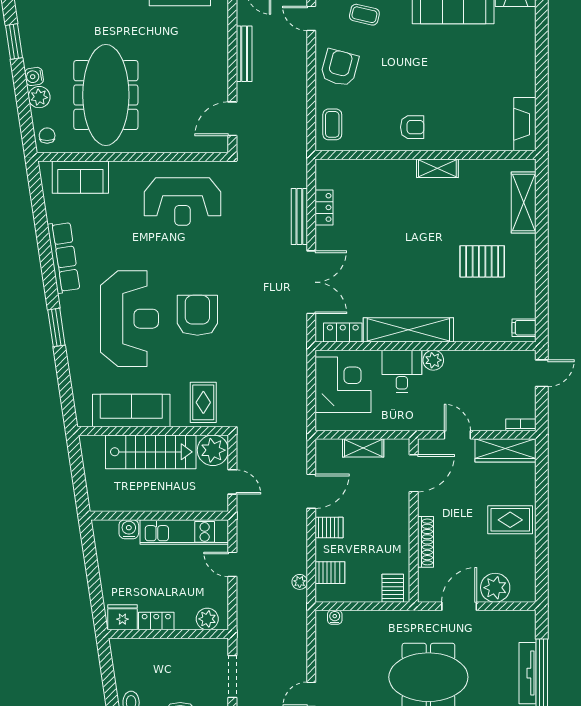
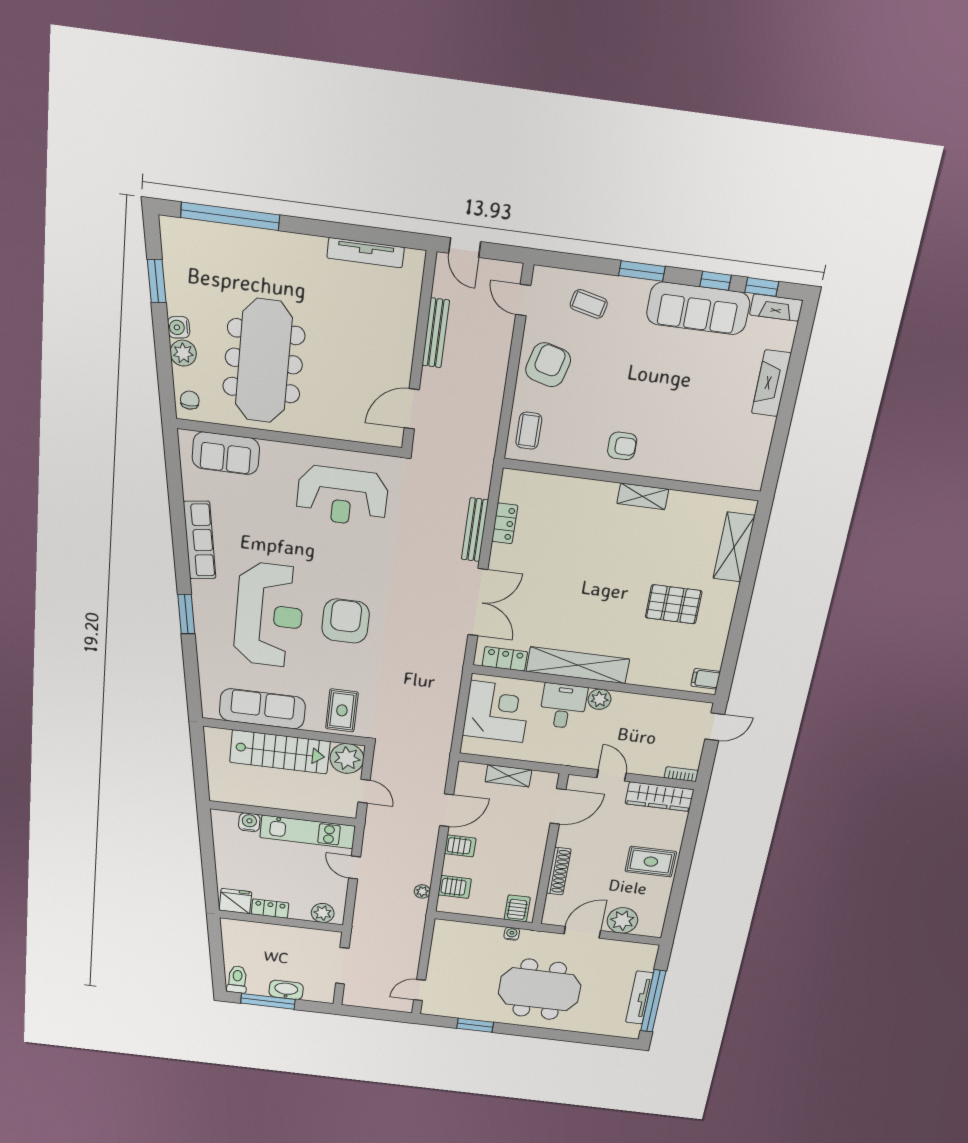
fireplace: (525, 124) -> (771, 383), moved
water cooler: (335, 617) -> (512, 934), moved

